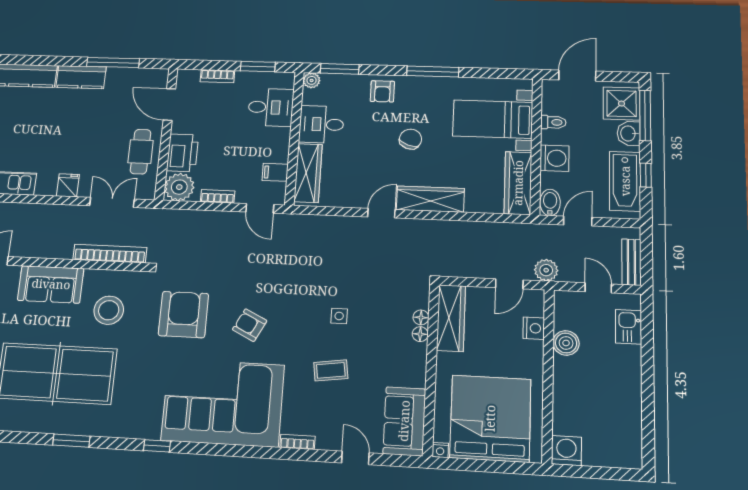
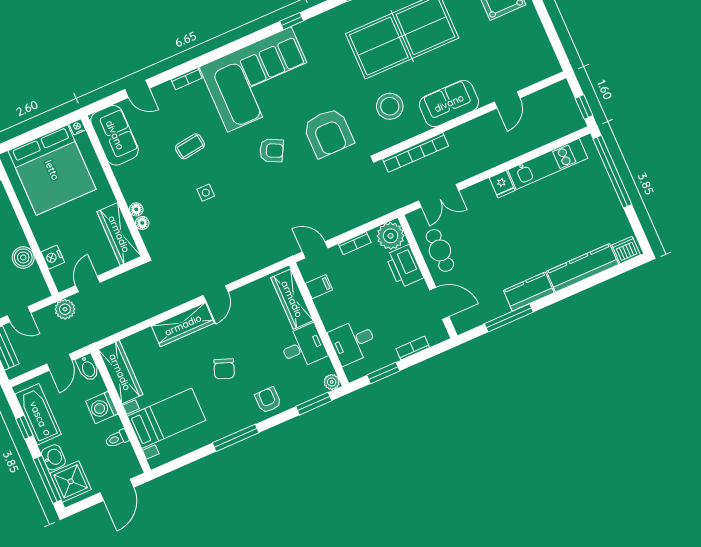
fridge: (68, 185) -> (502, 184), moved

